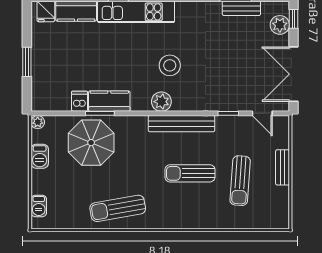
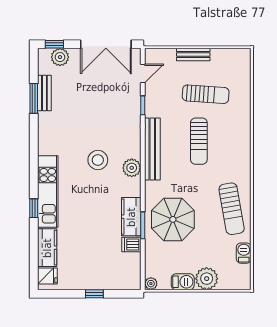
window: (27, 62) -> (94, 294), width x0.67
parasol: (91, 143) -> (173, 219), moved
plant: (43, 182) -> (207, 279), added
barbecue: (39, 206) -> (244, 253), moved, turned -90

